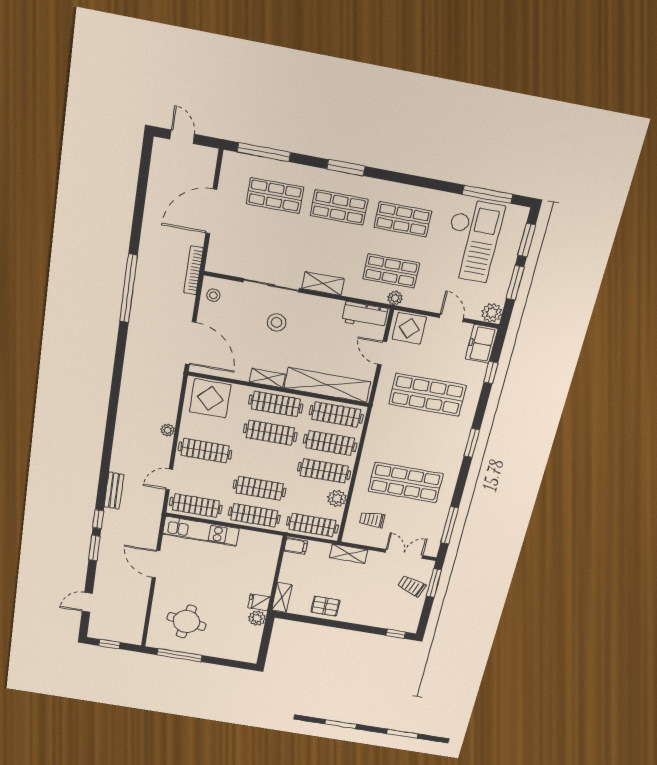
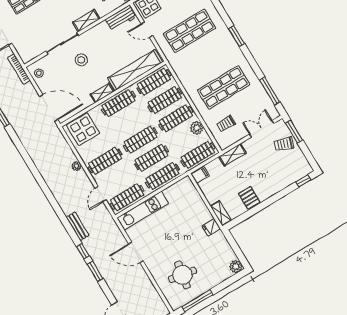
clothes rail: (270, 433) -> (140, 140), moved
pallet: (325, 606) -> (249, 198), turned 90
plant: (257, 618) -> (236, 267), moved

